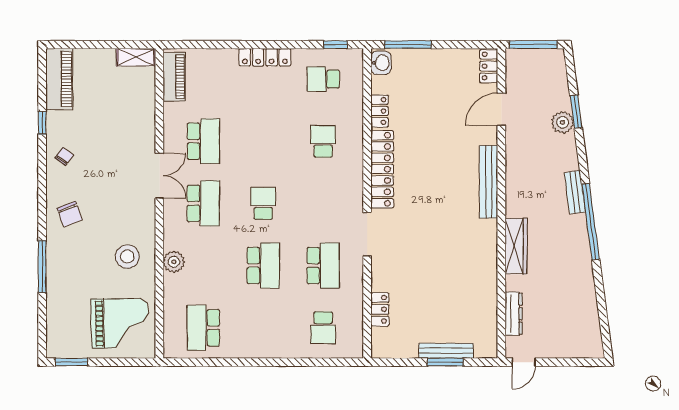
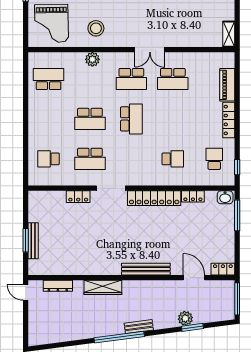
piano: (174, 77) -> (227, 85), moved, turned 90
school desk: (263, 203) -> (131, 119), width x1.85
locker: (380, 309) -> (78, 197), moved

